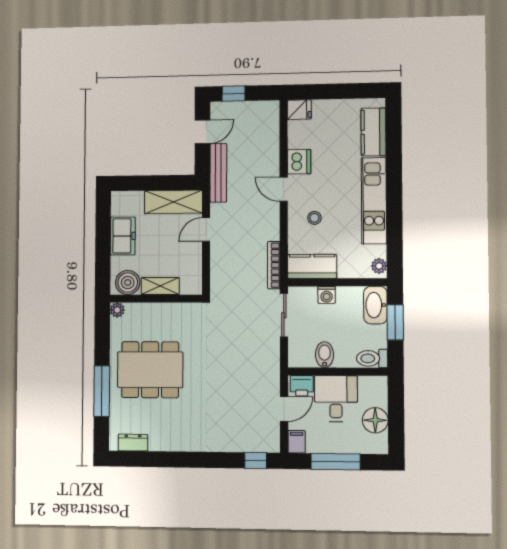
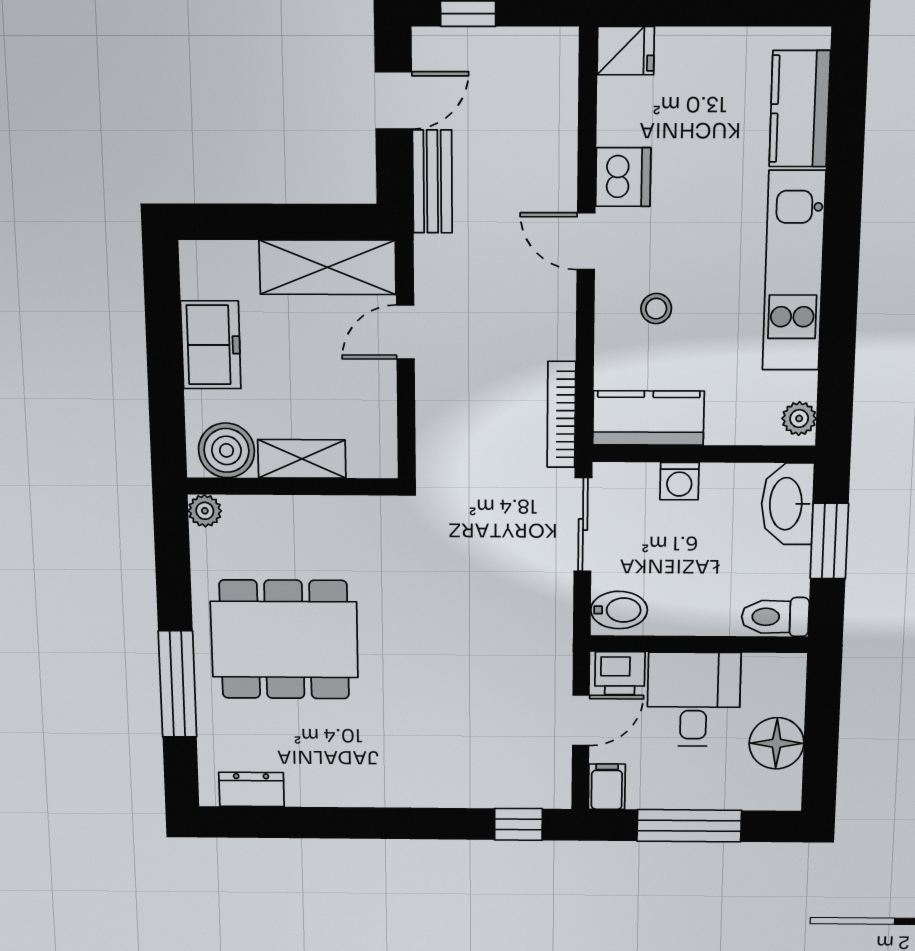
bench: (218, 173) -> (432, 182), width x0.73
bidet: (325, 355) -> (619, 610), moved, turned 90

